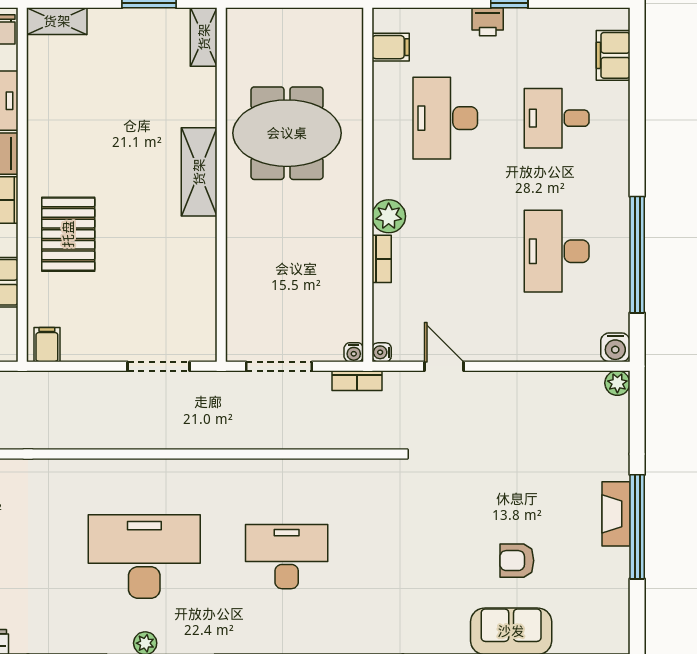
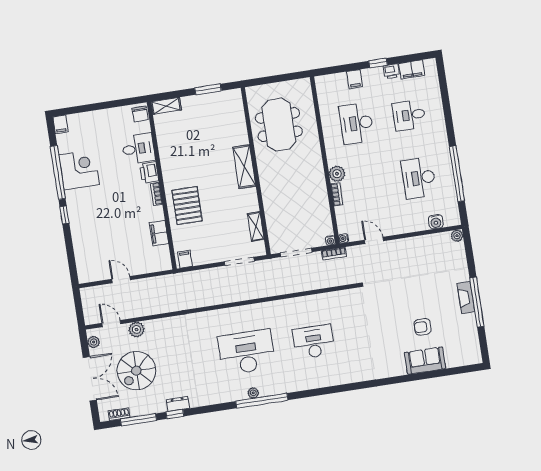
printer: (488, 22) -> (391, 71), moved
shelving: (204, 37) -> (256, 227), moved
filing cabinet: (391, 47) -> (355, 79), moved, turned 90
filing cabinet: (613, 55) -> (412, 69), moved, turned -90
meeting table: (287, 133) -> (279, 125), moved, turned 90
water cooler: (615, 347) -> (436, 222), moved

